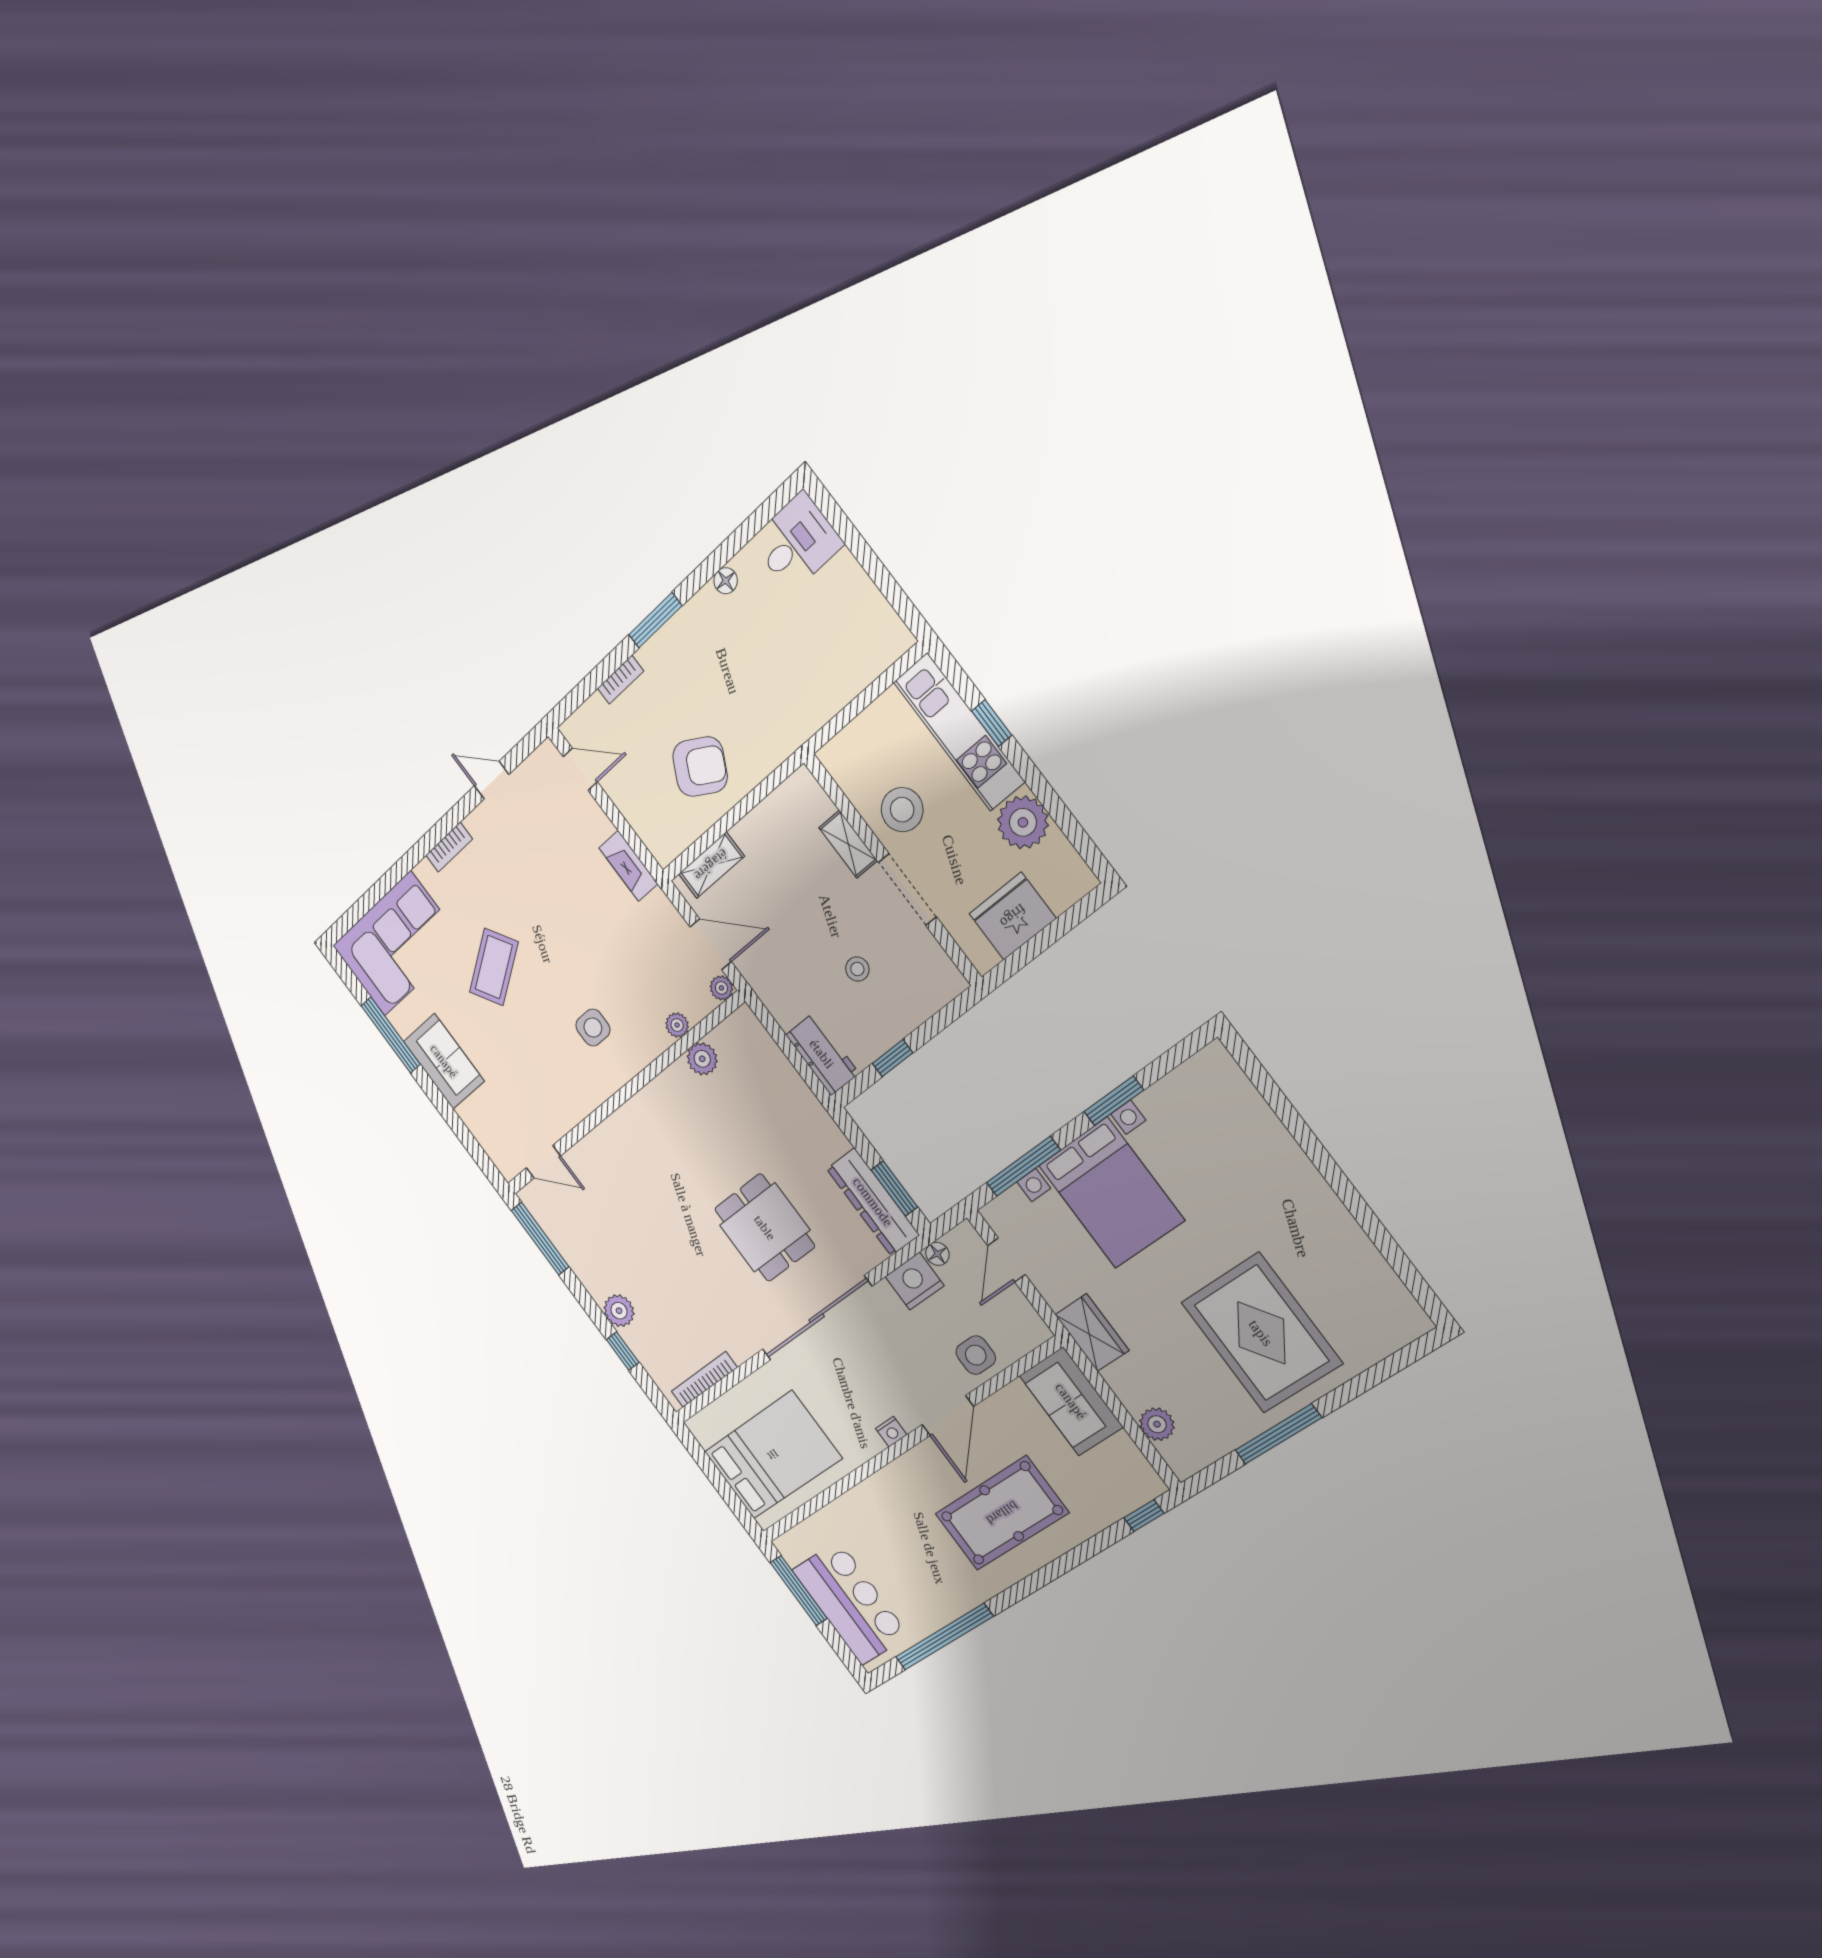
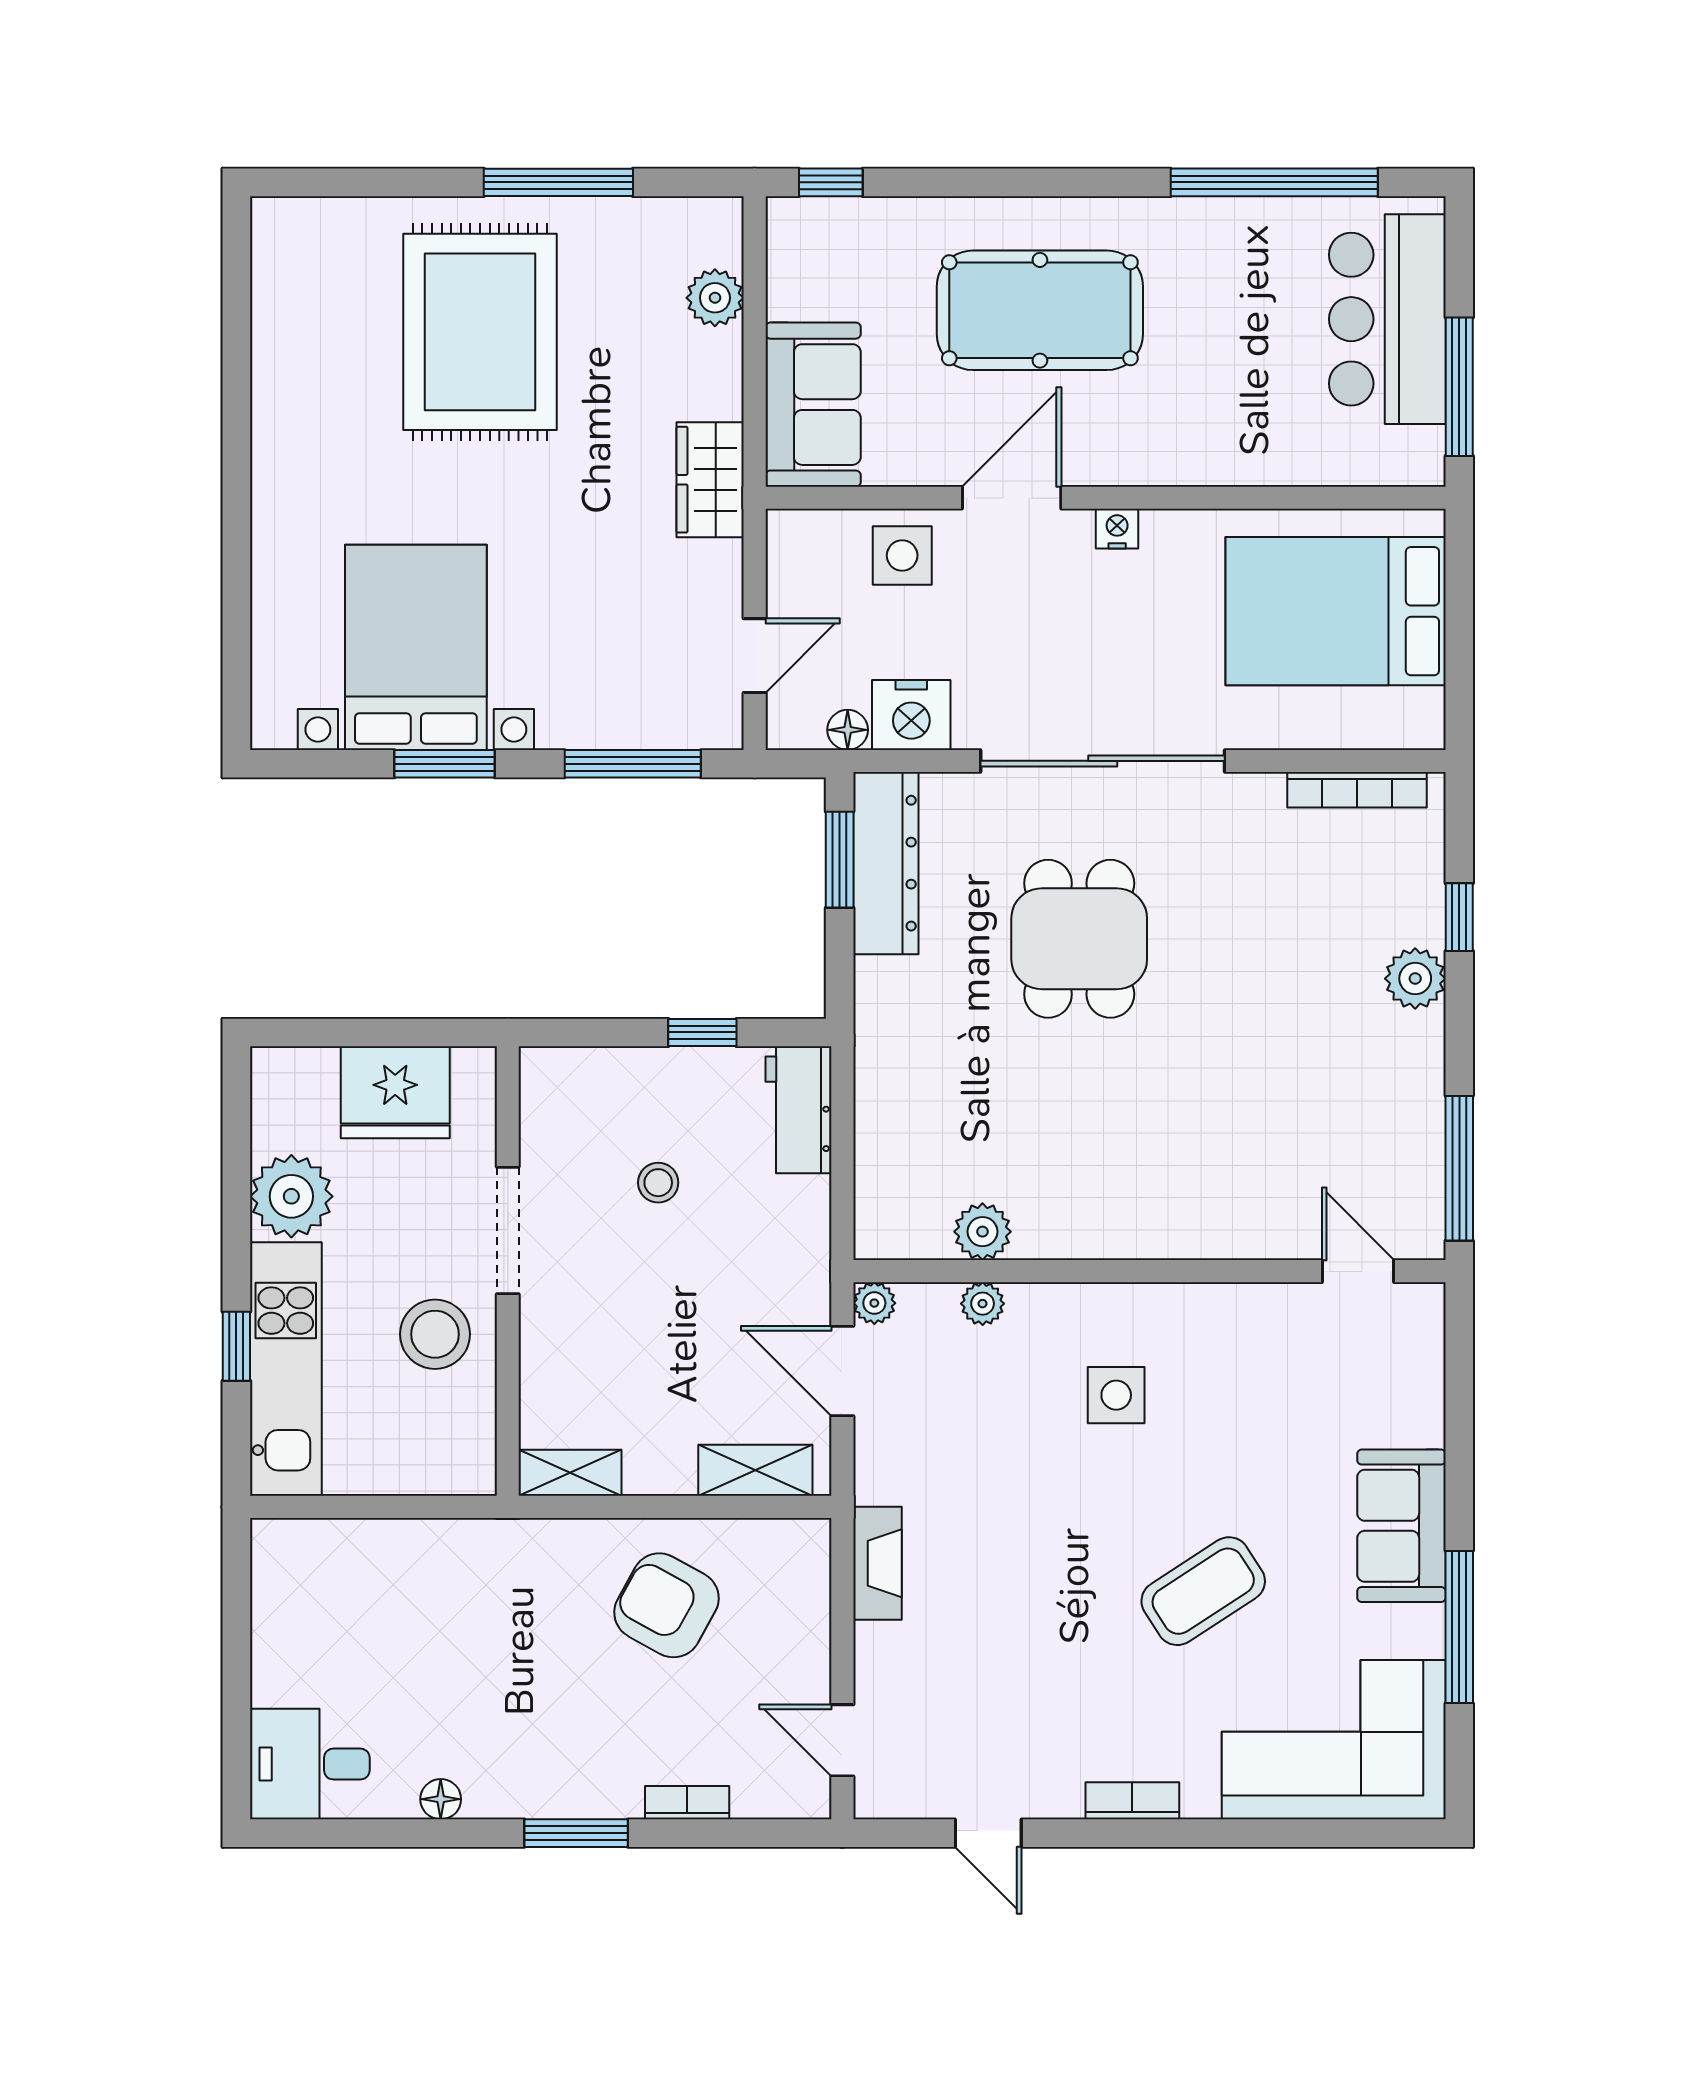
shelving: (848, 844) -> (570, 1473), moved, turned 90
bed with nightstands: (1111, 1193) -> (416, 647), moved

